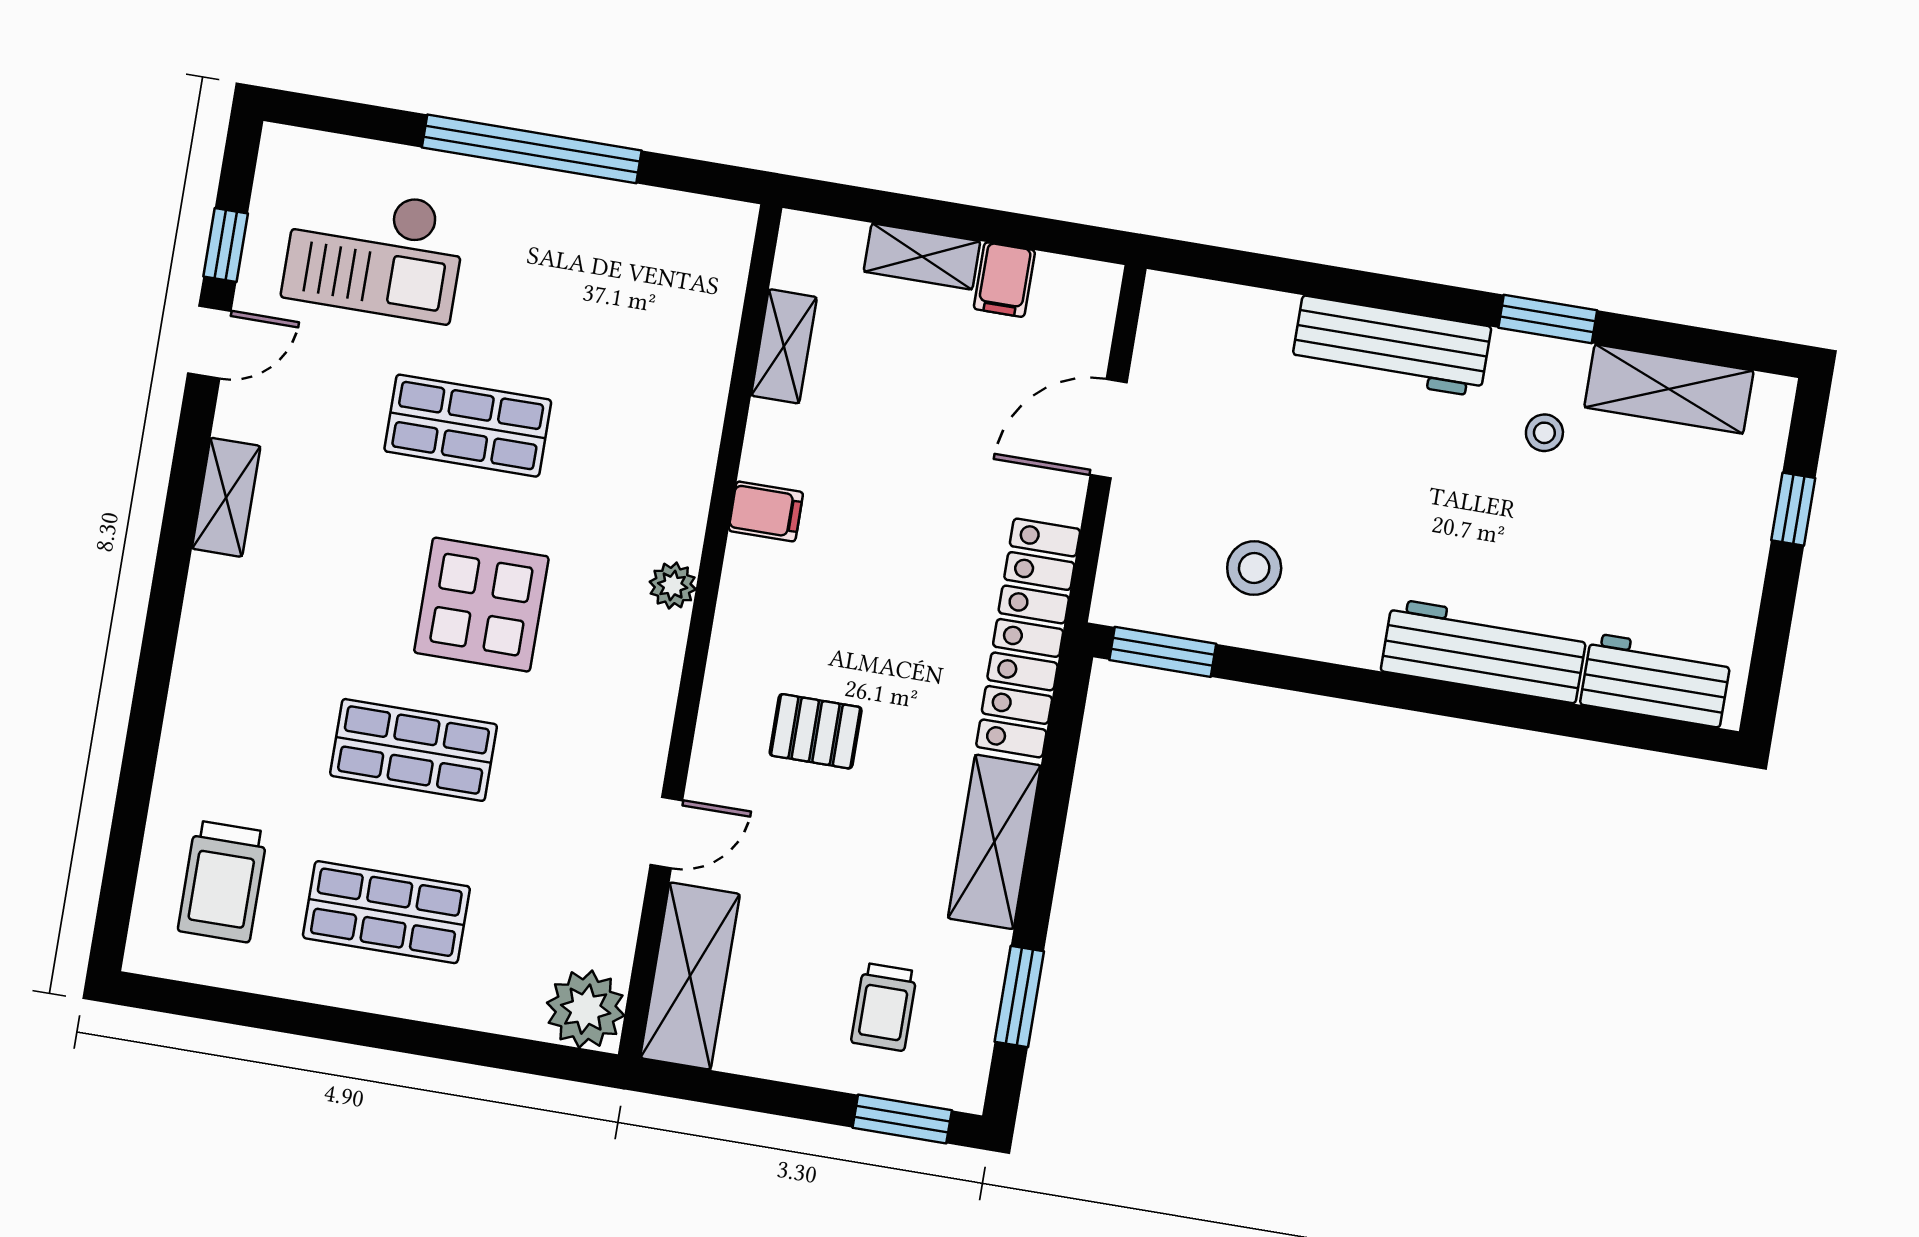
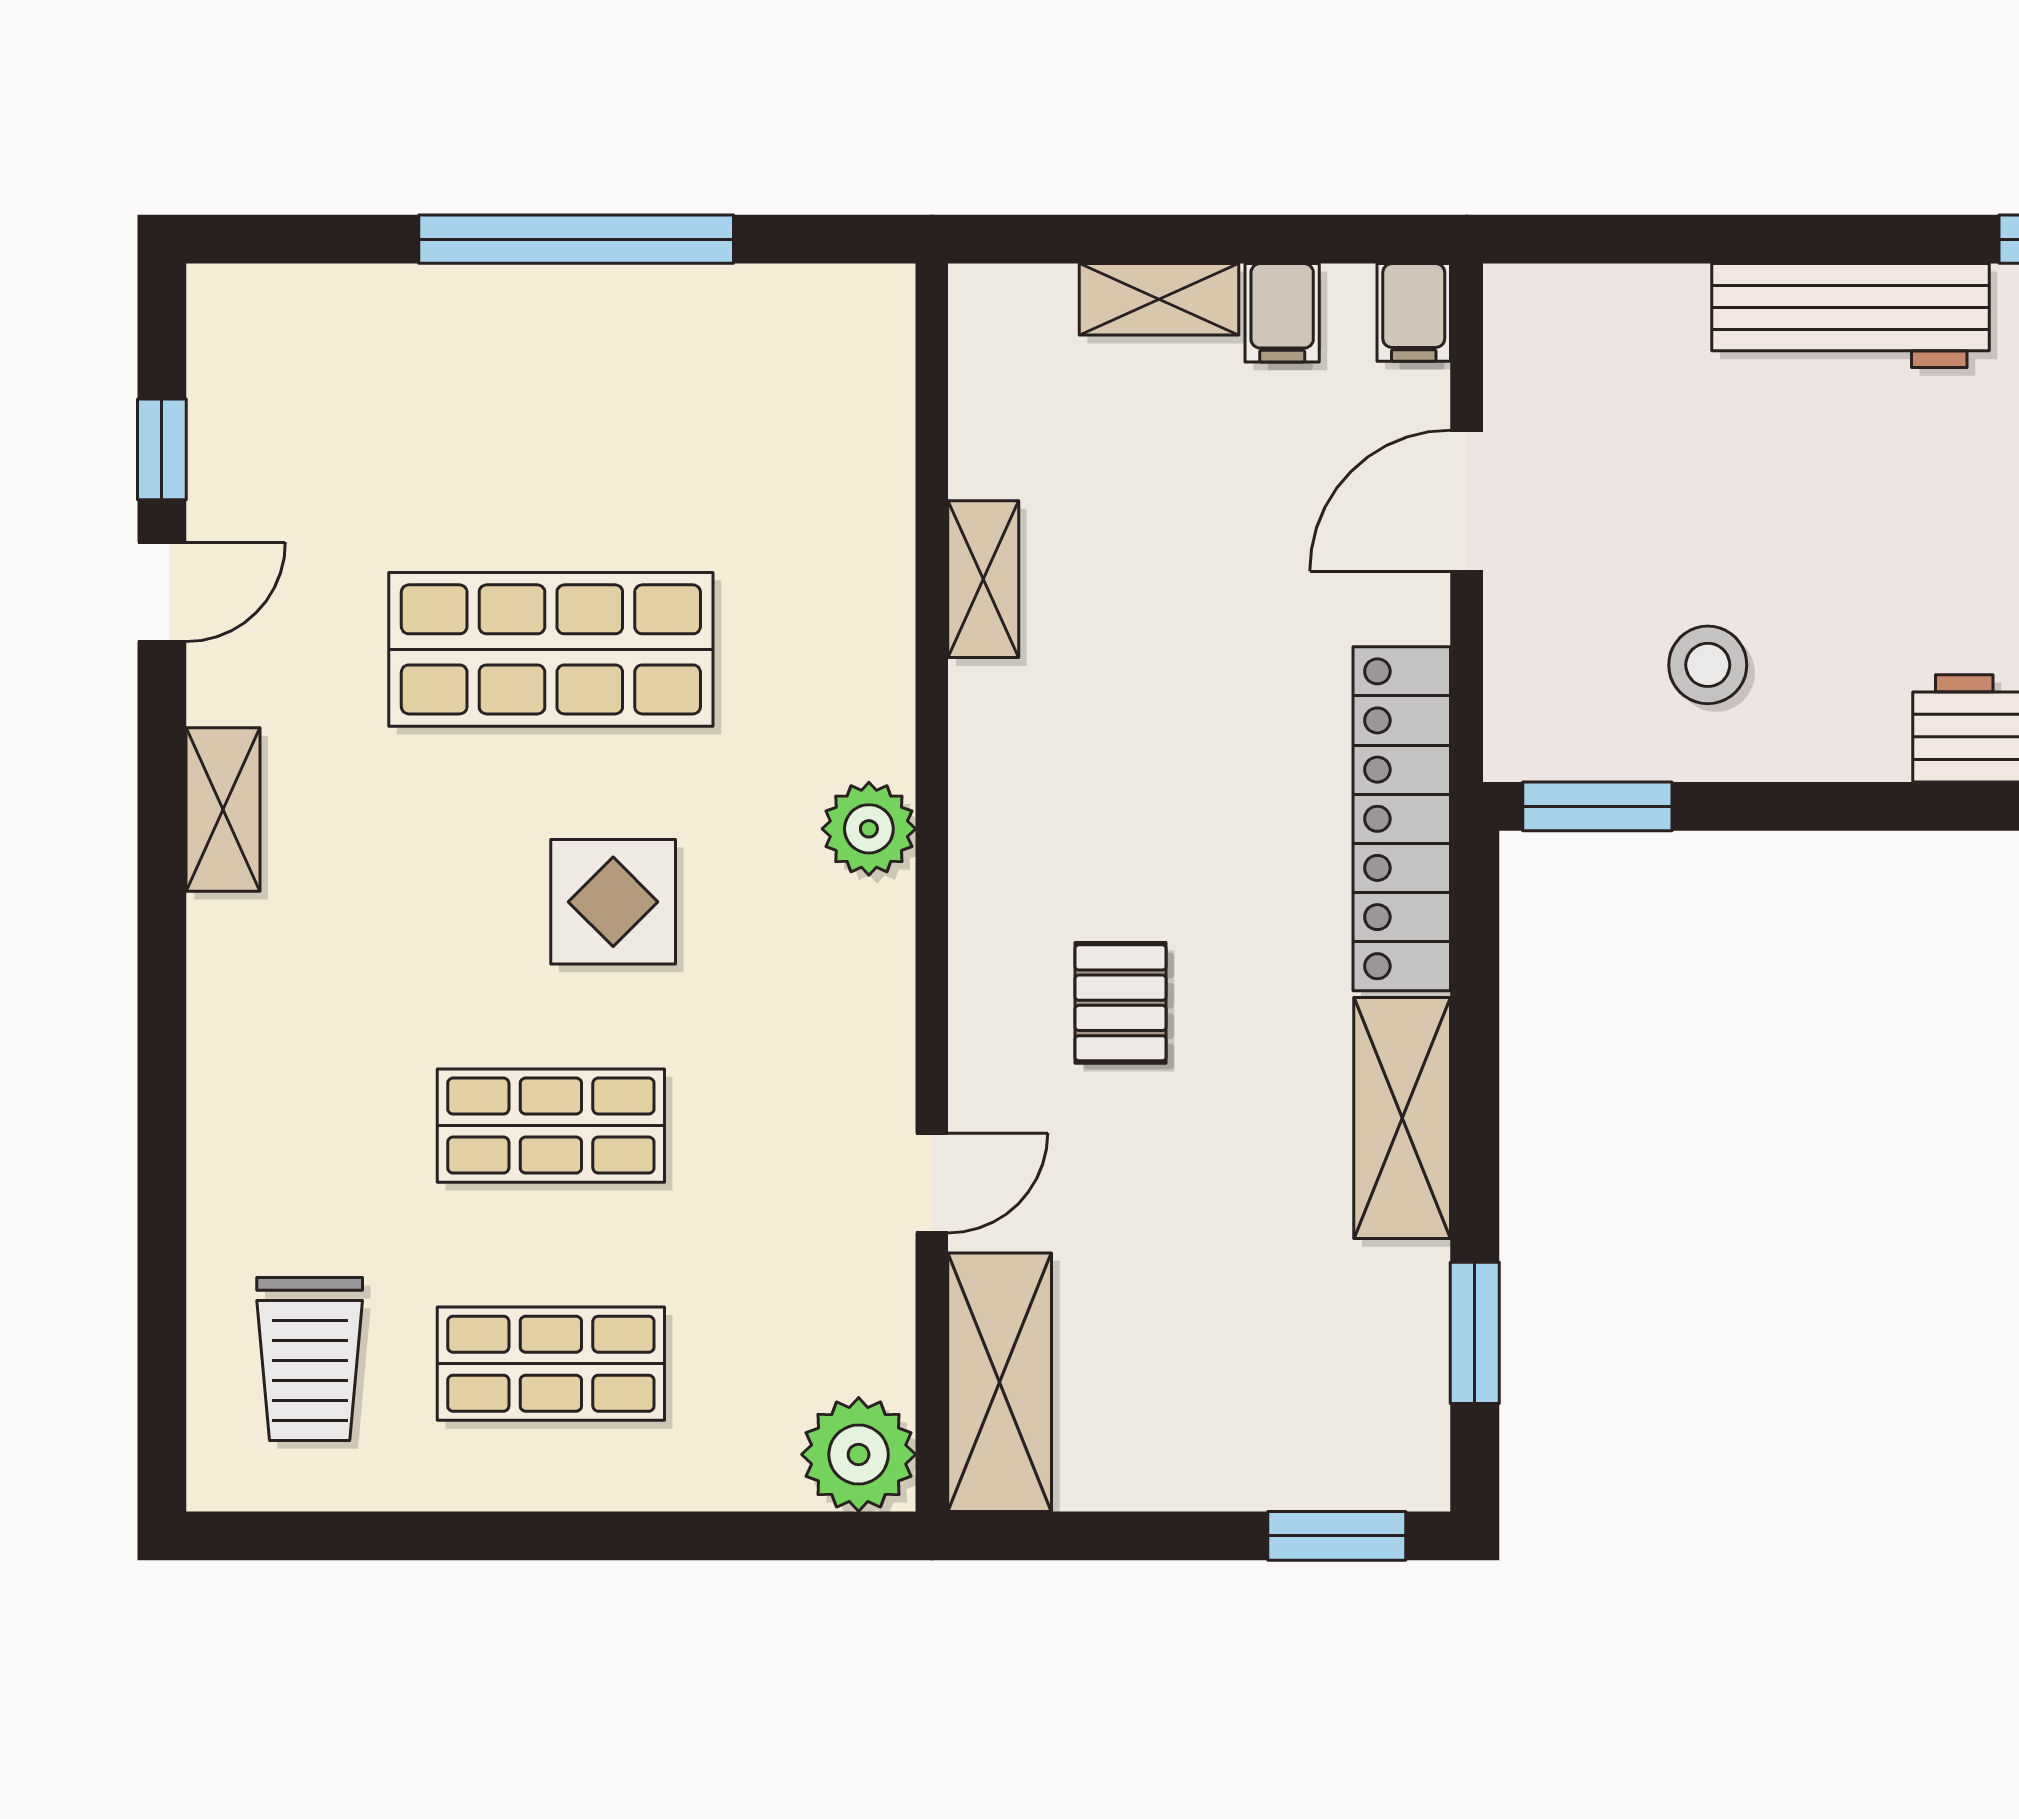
checkout: (375, 252) -> (376, 424), removed
shelving: (784, 346) -> (983, 579), moved
shop shelf: (468, 426) -> (551, 649), width x1.43, depth x1.36
filing cabinet: (766, 511) -> (1414, 312), moved, turned 90
plant: (673, 585) -> (869, 829), width x1.38, depth x1.38
display table: (481, 605) -> (613, 902), width x0.73, depth x0.73
pallet: (816, 731) -> (1121, 1003), turned 90
trolley: (884, 1007) -> (1284, 1380), removed

